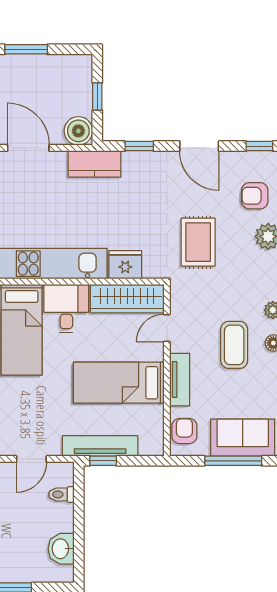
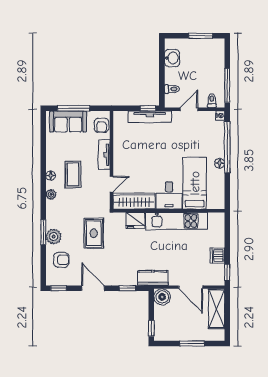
window: (97, 97) -> (151, 328), moved
bed: (119, 383) -> (139, 153), removed

